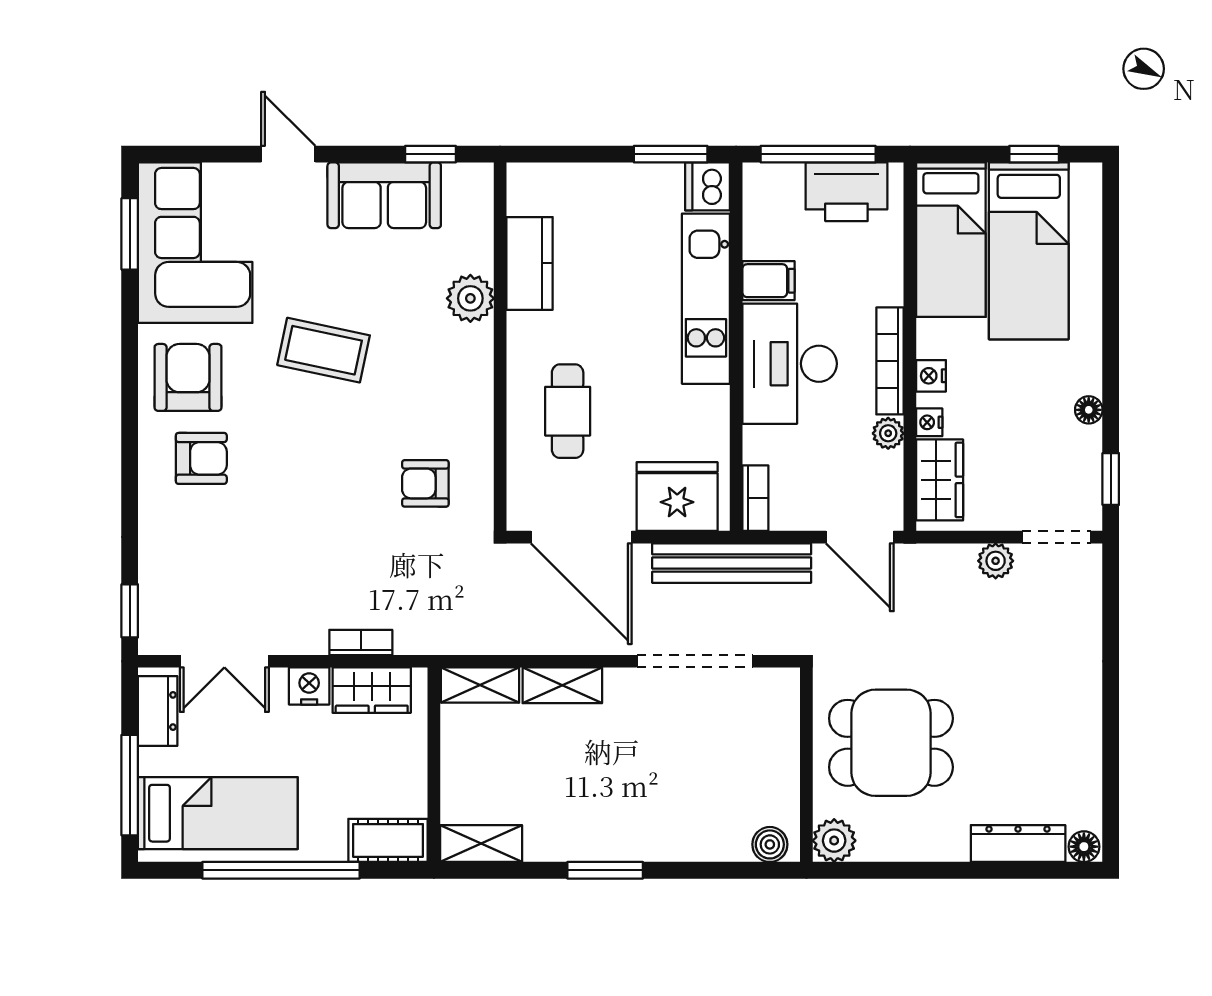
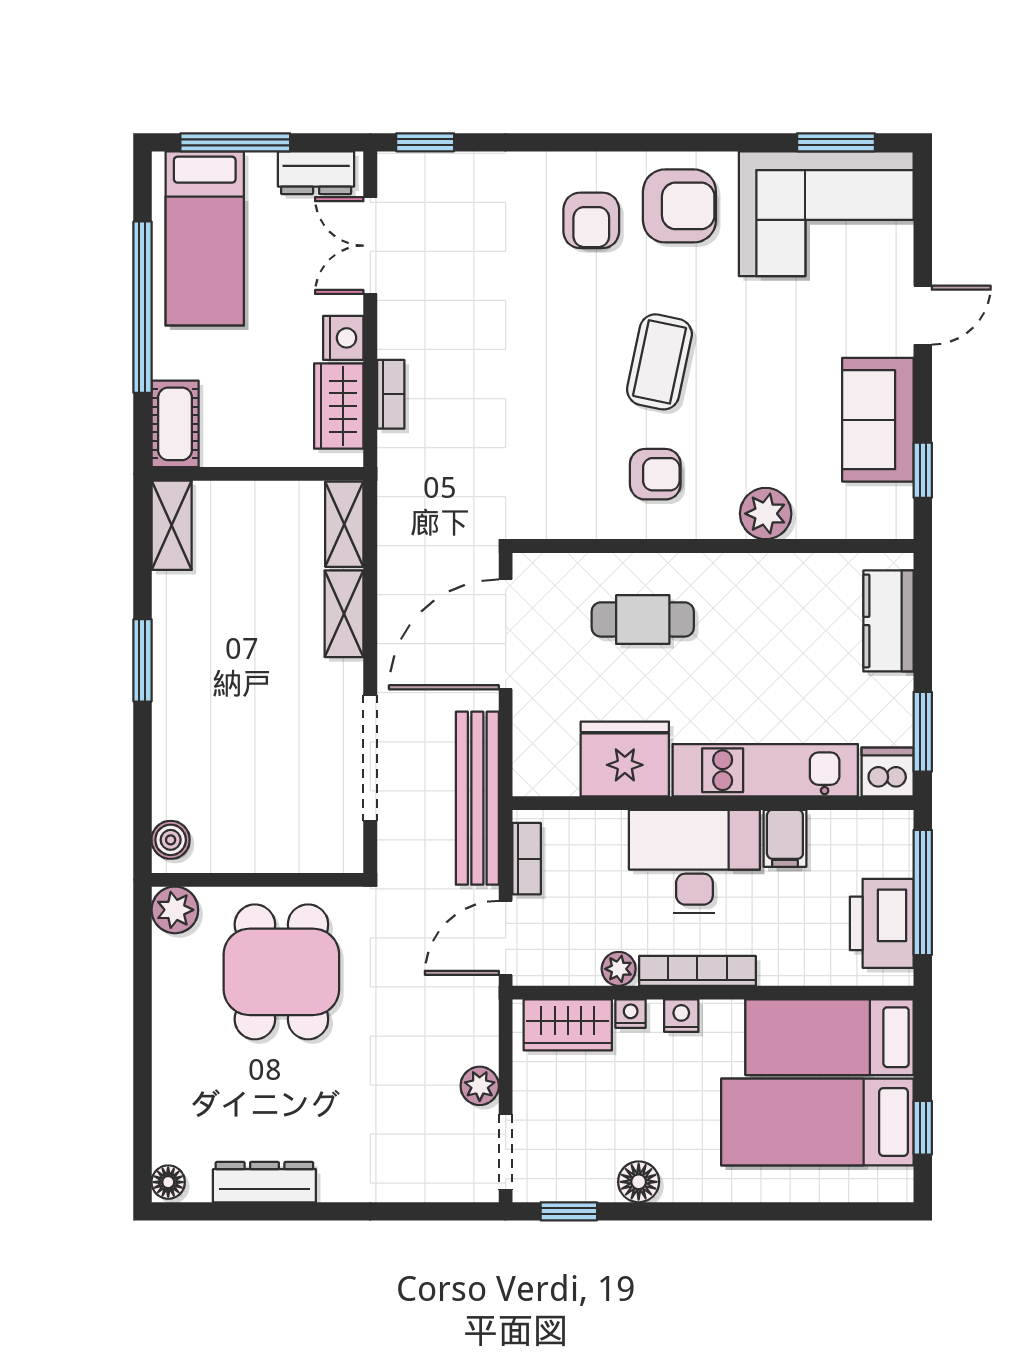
kitchen counter: (530, 263) -> (889, 621), moved, turned 90
coffee table: (324, 350) -> (659, 362), moved
floor lamp: (1089, 410) -> (639, 1182), width x1.37, depth x1.37
armchair: (425, 483) -> (655, 474), moved, turned 90
fridge: (677, 497) -> (625, 759), moved, turned -90
bookcase: (755, 498) -> (527, 859), moved, turned -90
dresser: (1018, 843) -> (264, 1182), moved, turned -90

